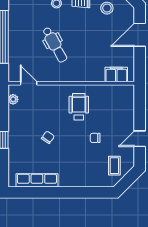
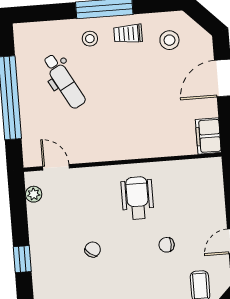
dental chair: (55, 45) -> (64, 81), moved
filing cabinet: (116, 75) -> (208, 136), moved, turned -90

